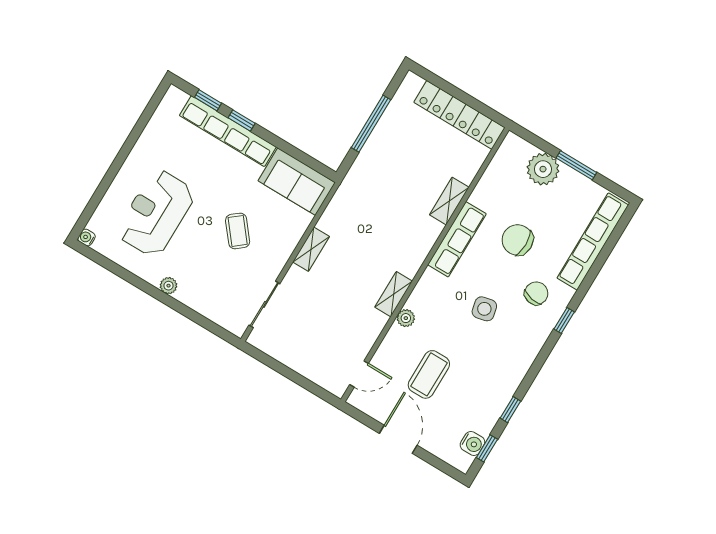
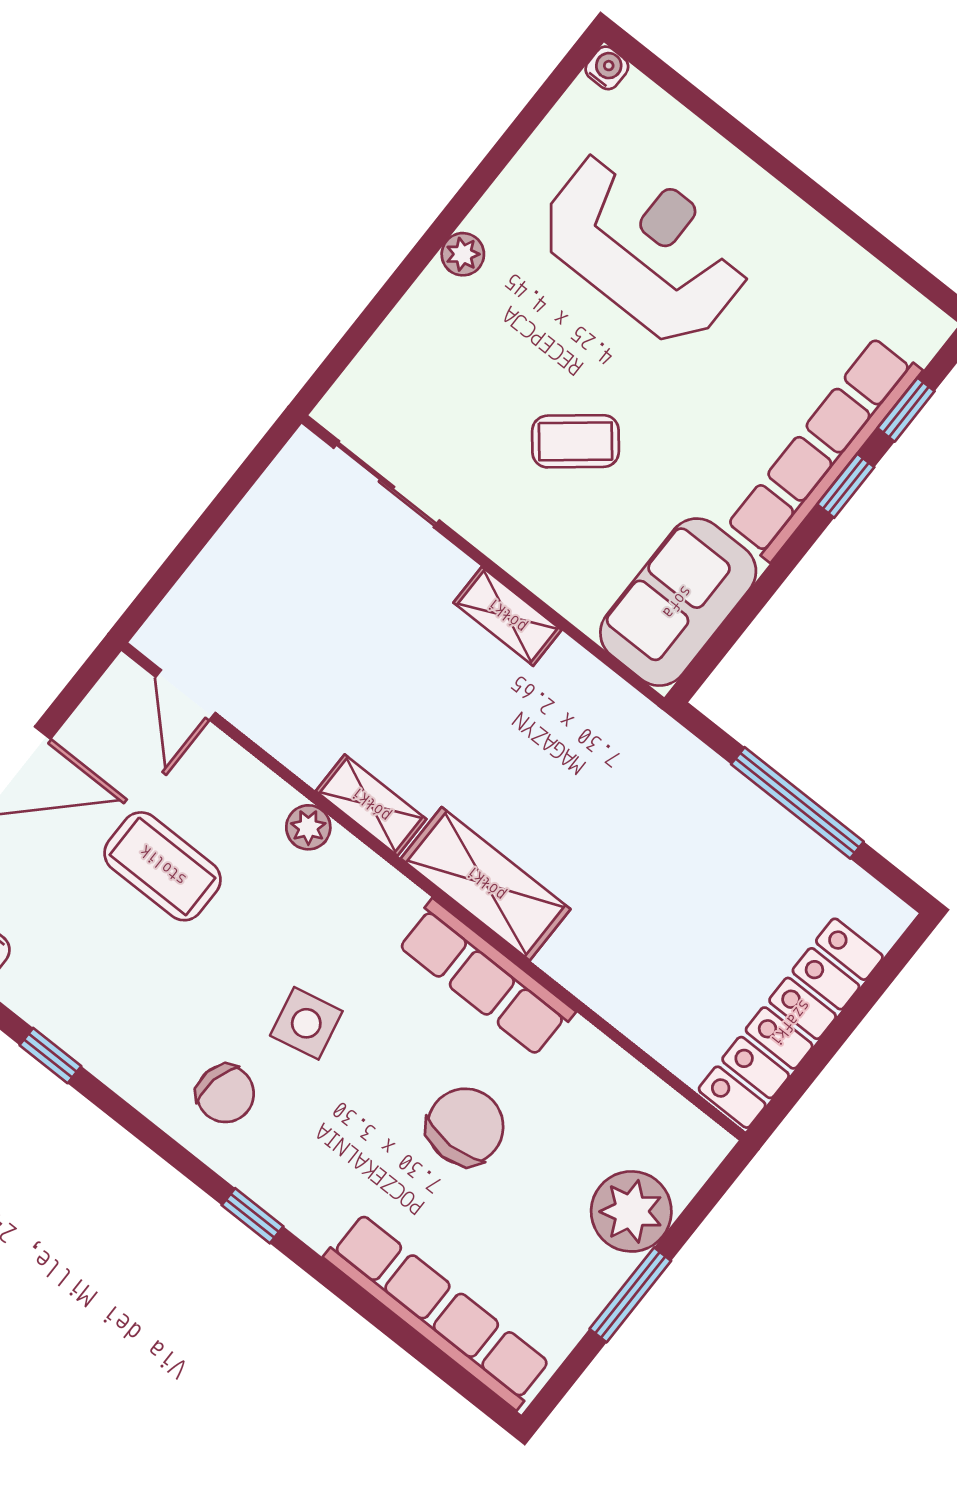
shelving: (449, 201) -> (486, 884), moved, width x1.50, depth x1.33
chair: (536, 293) -> (225, 1094), moved

